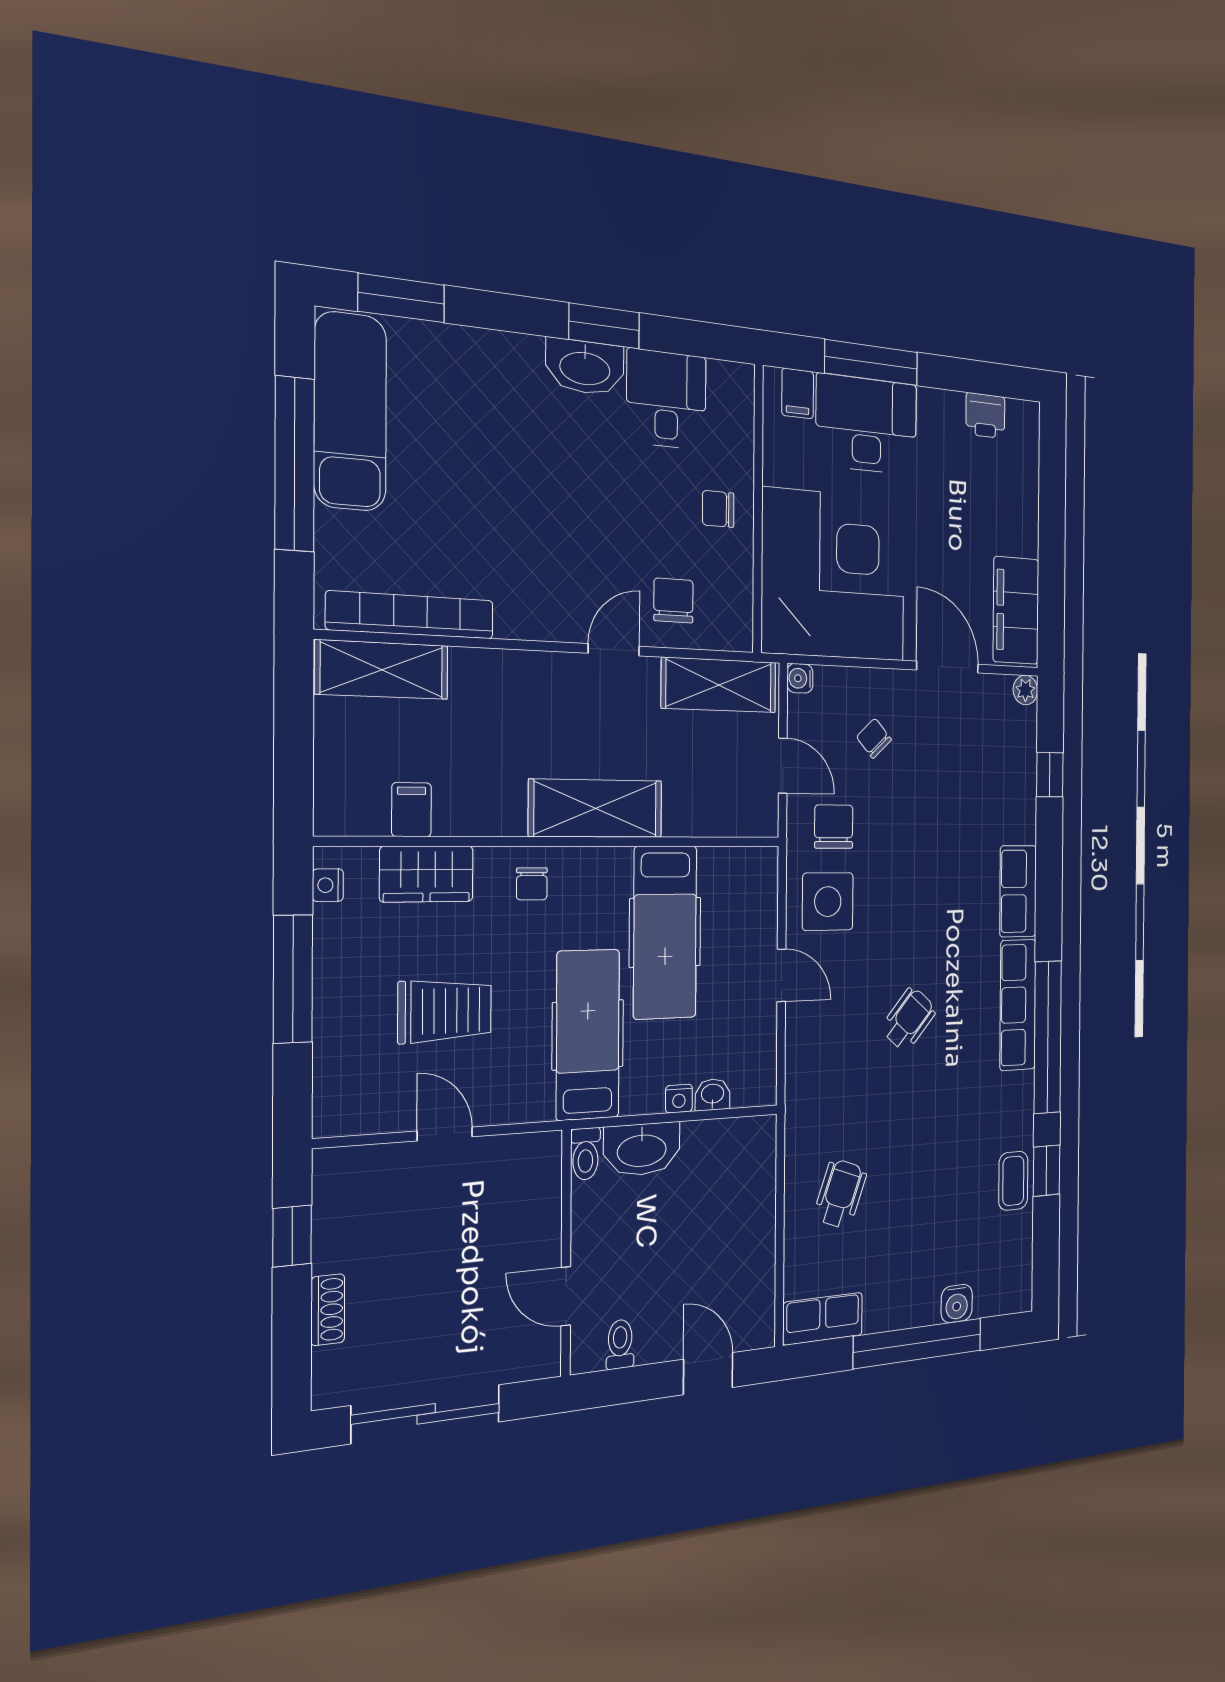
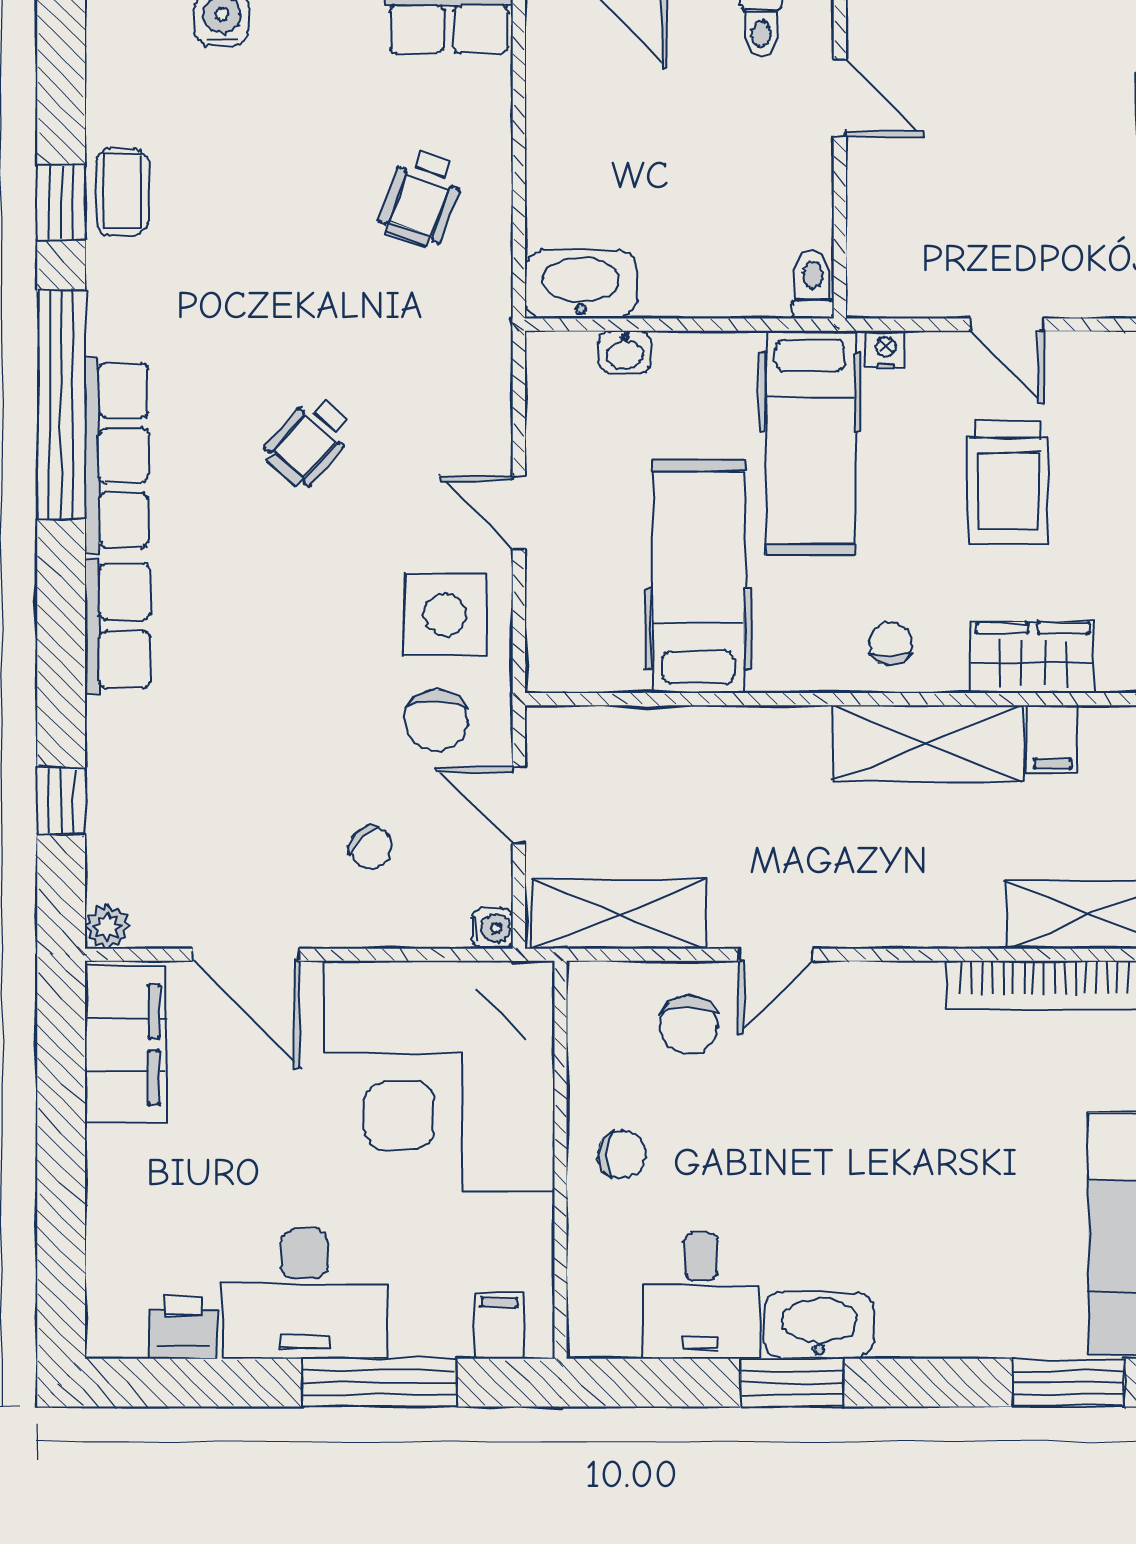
desk: (867, 424) -> (305, 1294), moved
shelving: (596, 808) -> (927, 743), moved
trolley: (445, 1011) -> (1008, 482), turned -90
nightstand: (679, 1099) -> (886, 349), moved
washbasin: (642, 1149) -> (581, 285), moved

